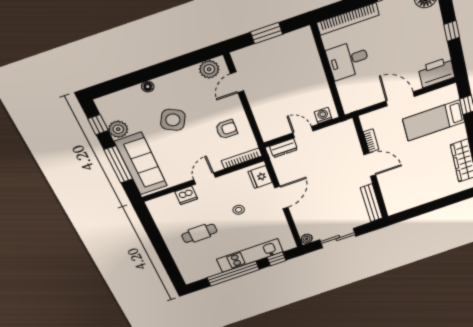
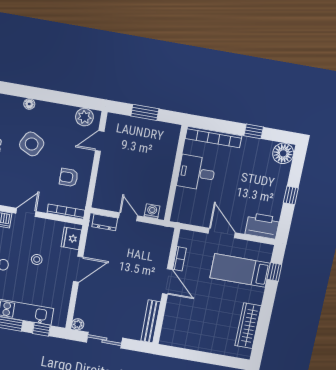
armchair: (226, 129) -> (69, 177), turned 180

